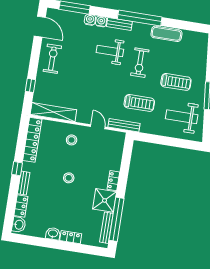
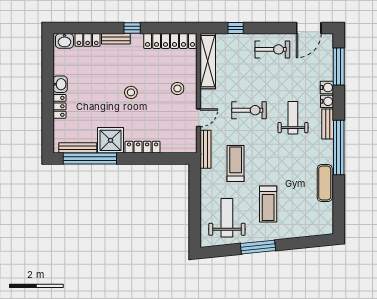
exercise bike: (140, 63) -> (249, 110), moved, turned 180
treadmill: (139, 103) -> (236, 164), turned 180
locker: (113, 181) -> (143, 147), width x1.53

